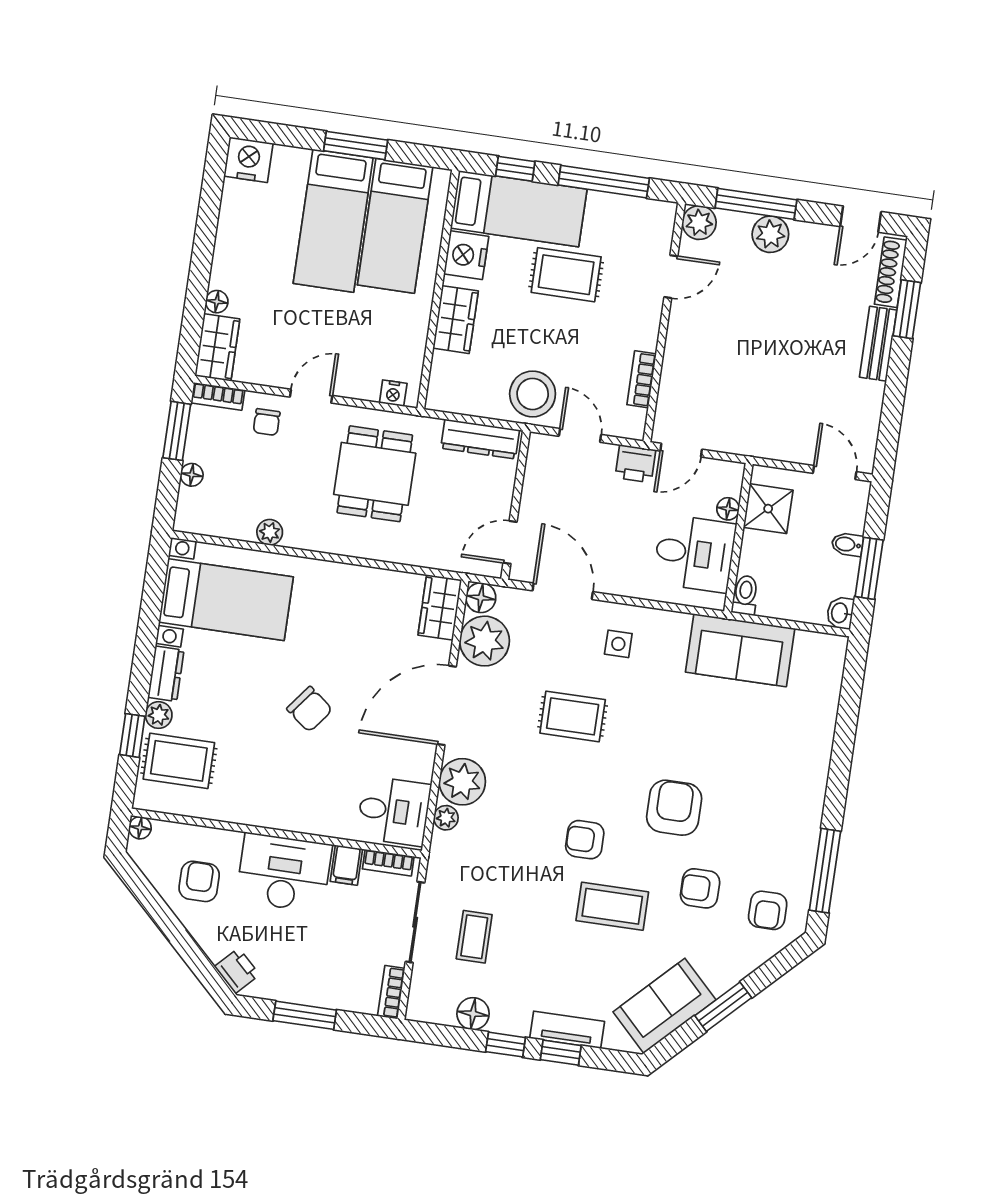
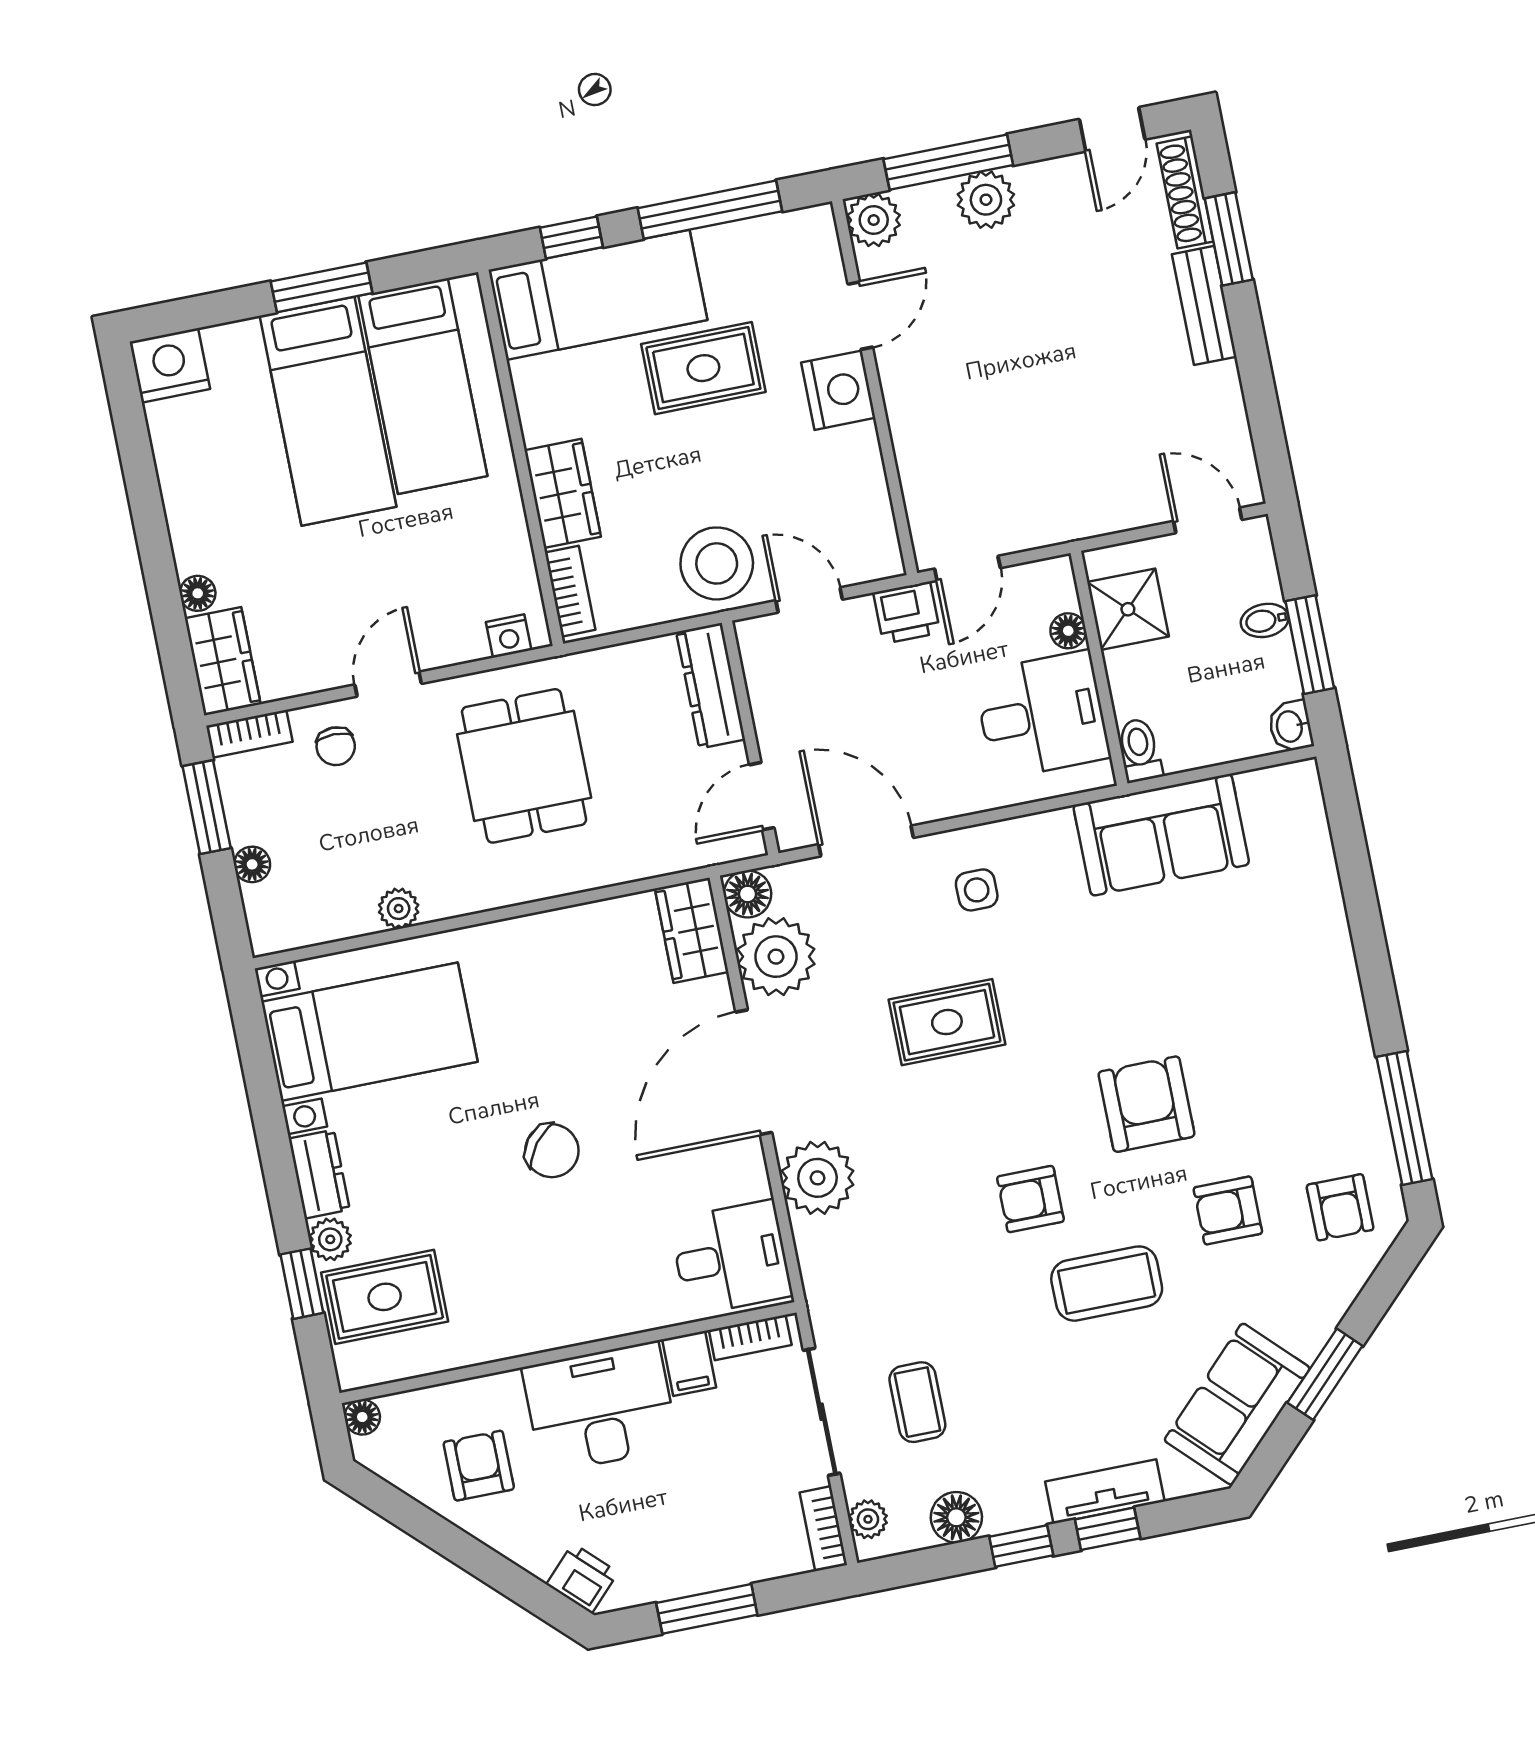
nightstand: (466, 255) -> (838, 390), moved, turned 180
bookcase: (642, 379) -> (570, 591), moved, turned 180
dresser: (480, 439) -> (711, 686), moved, turned 90
plant: (446, 818) -> (868, 1519), moved

